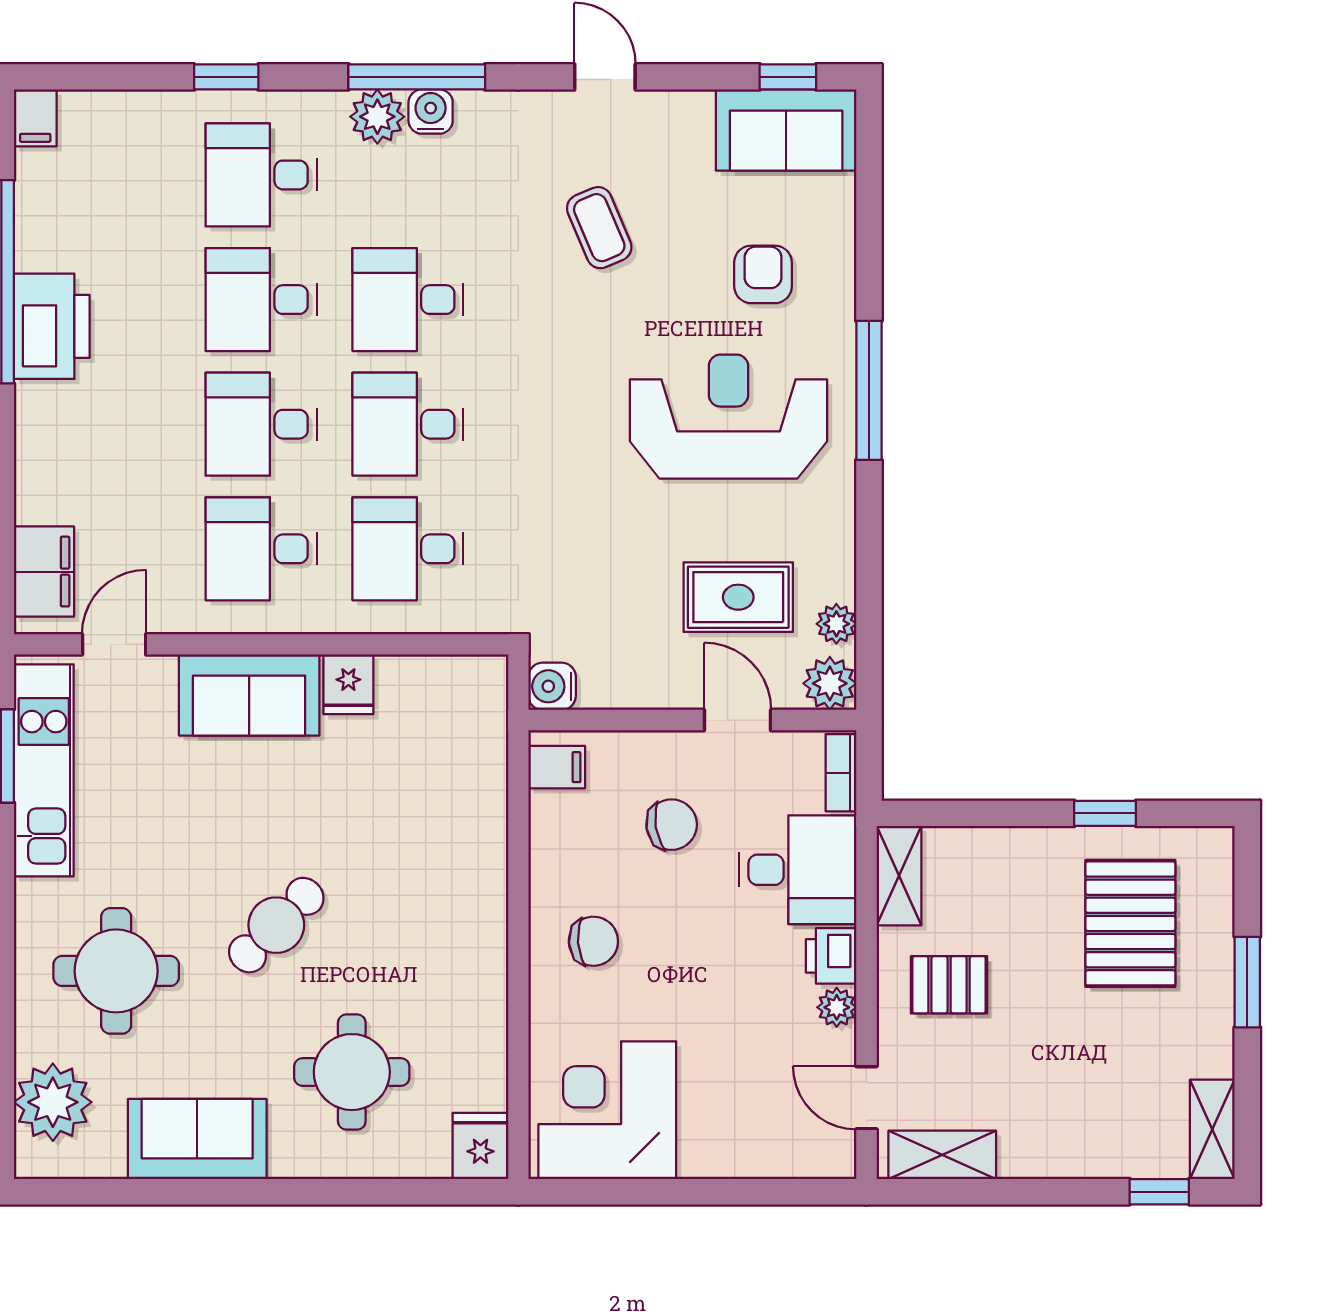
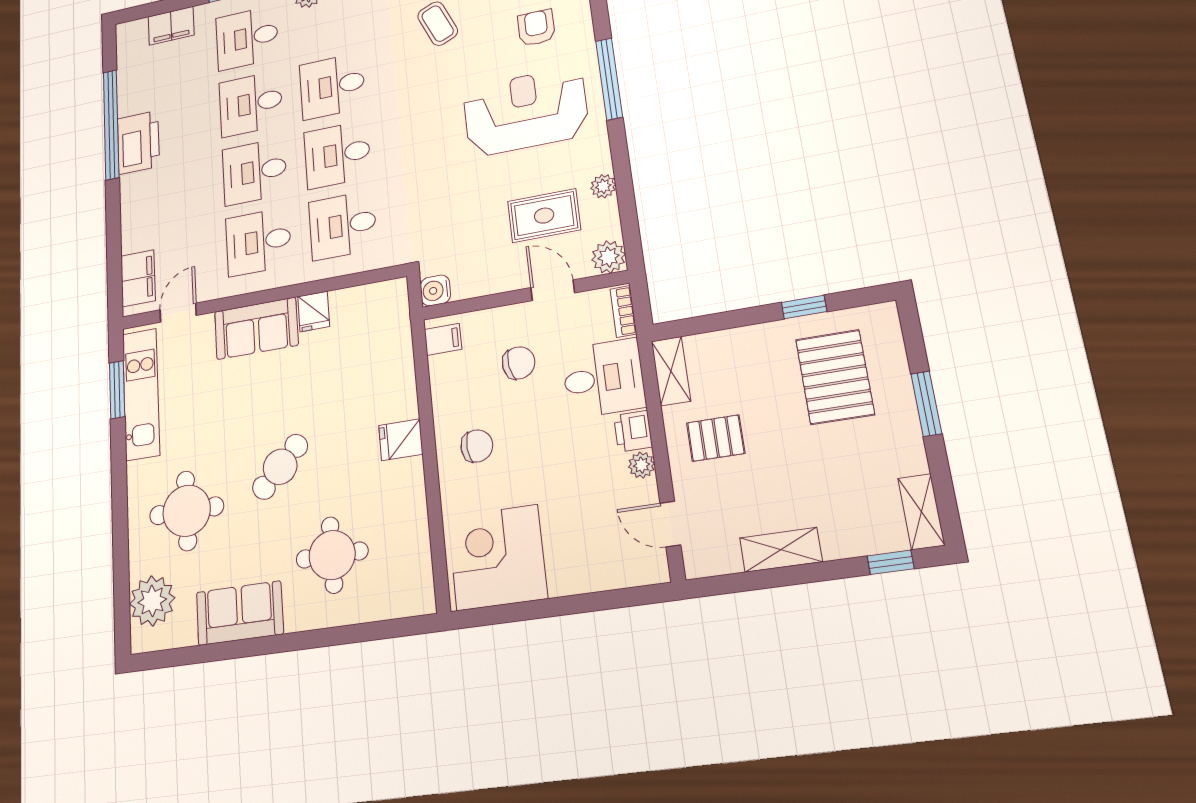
filing cabinet: (35, 118) -> (171, 26), moved, width x2.00
plant: (836, 624) -> (603, 186), moved
fridge: (480, 1146) -> (401, 440), moved, turned -90
shelving: (942, 1155) -> (781, 550), moved

